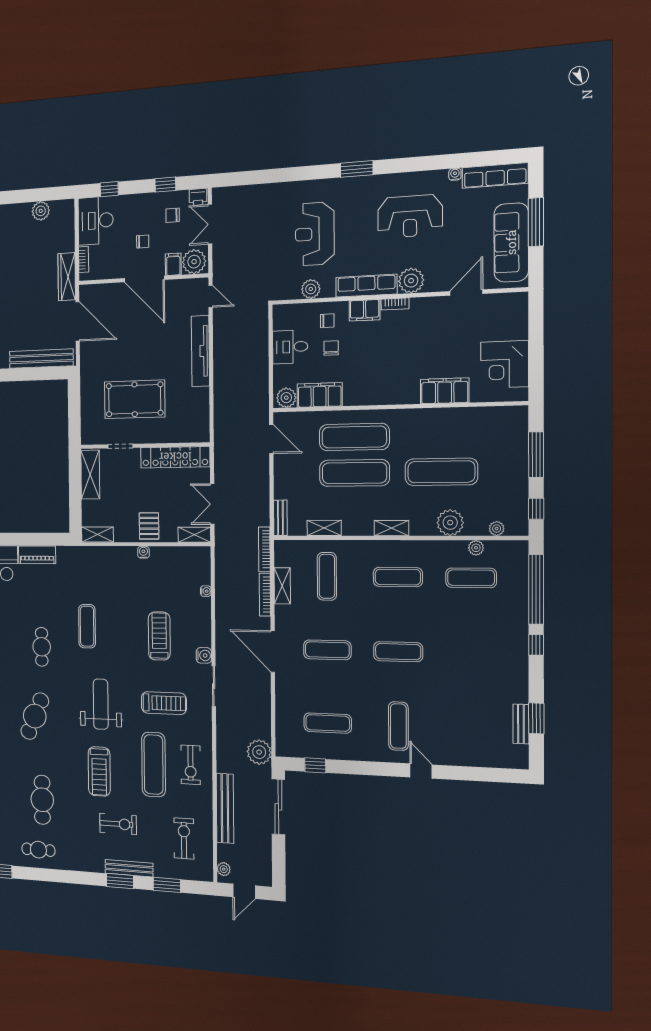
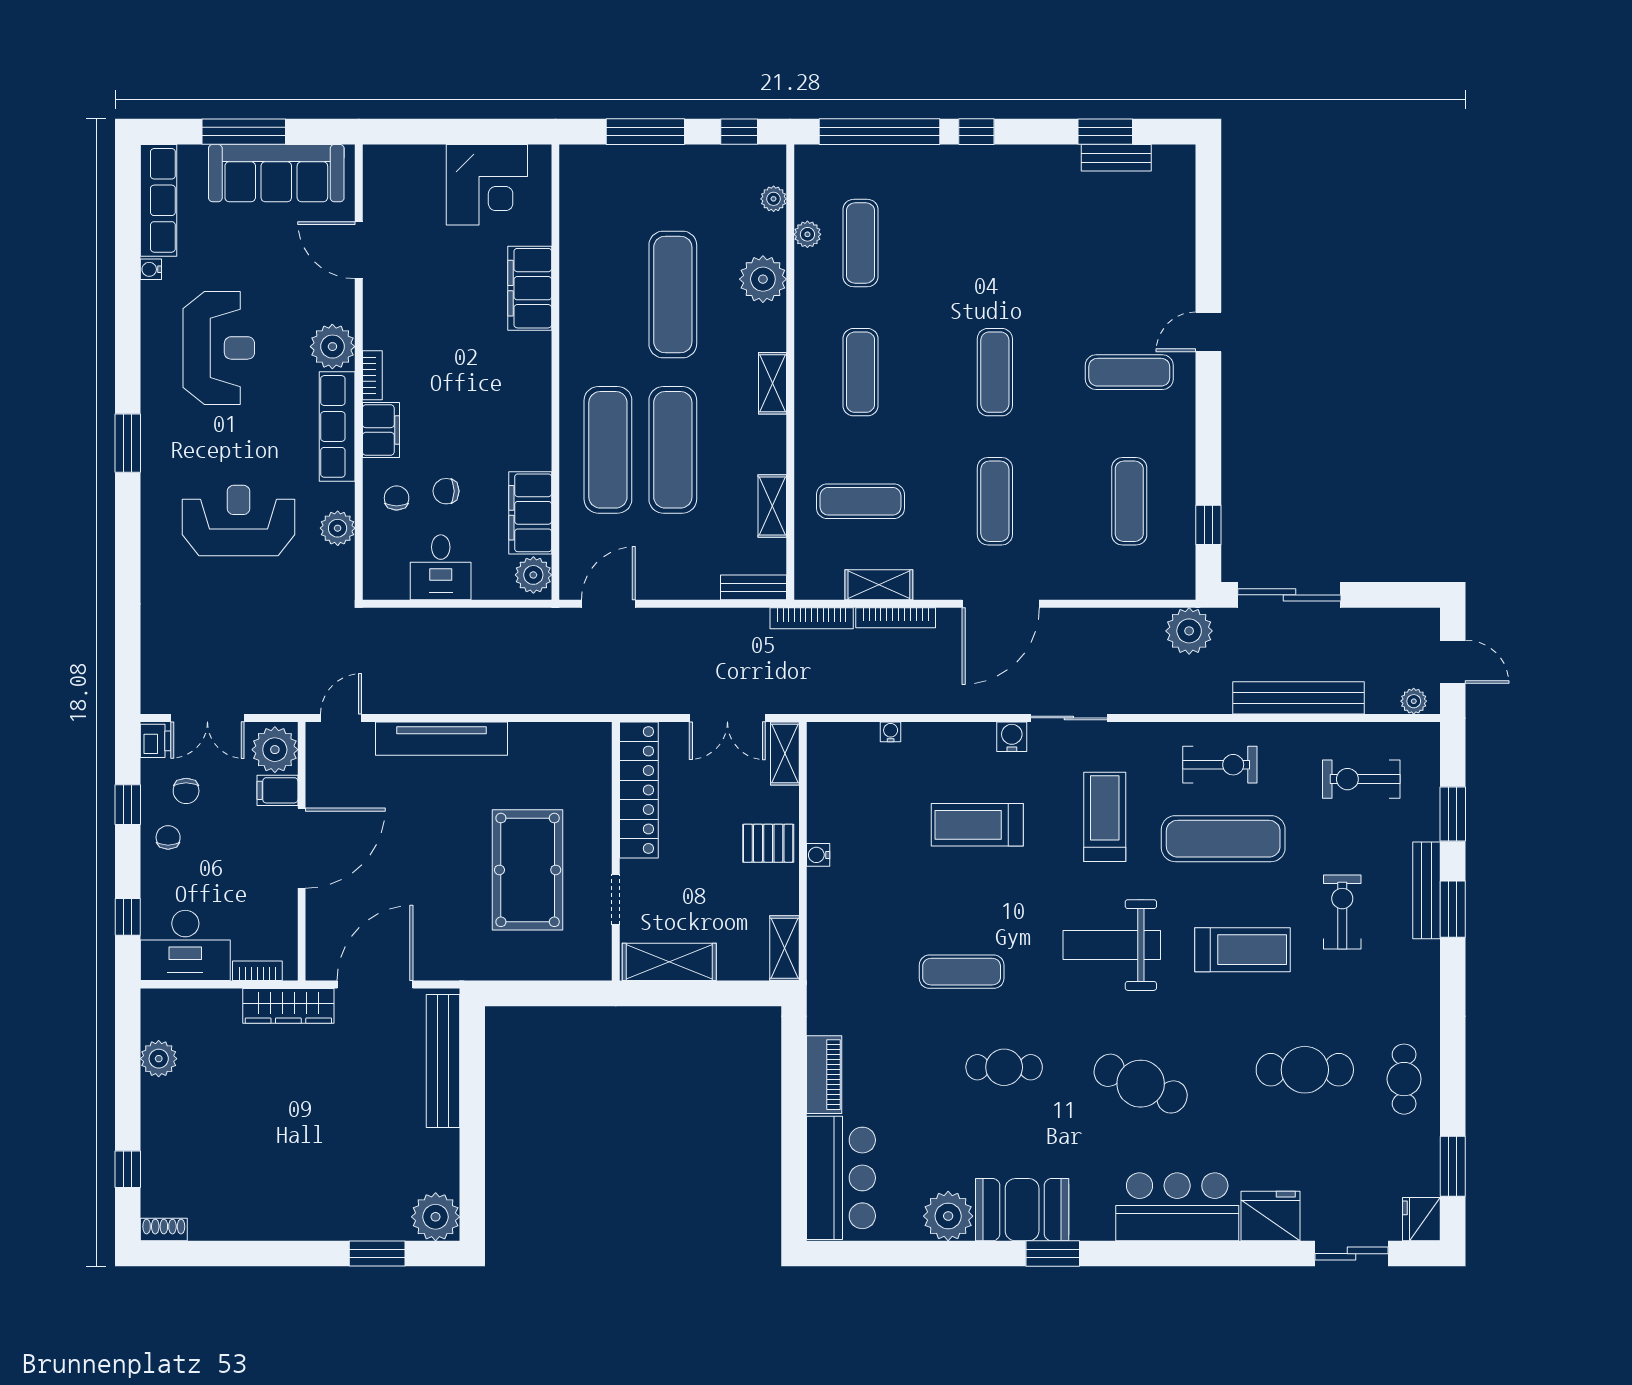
reception desk: (315, 234) -> (238, 520), turned 180
chair: (143, 242) -> (168, 837), moved

